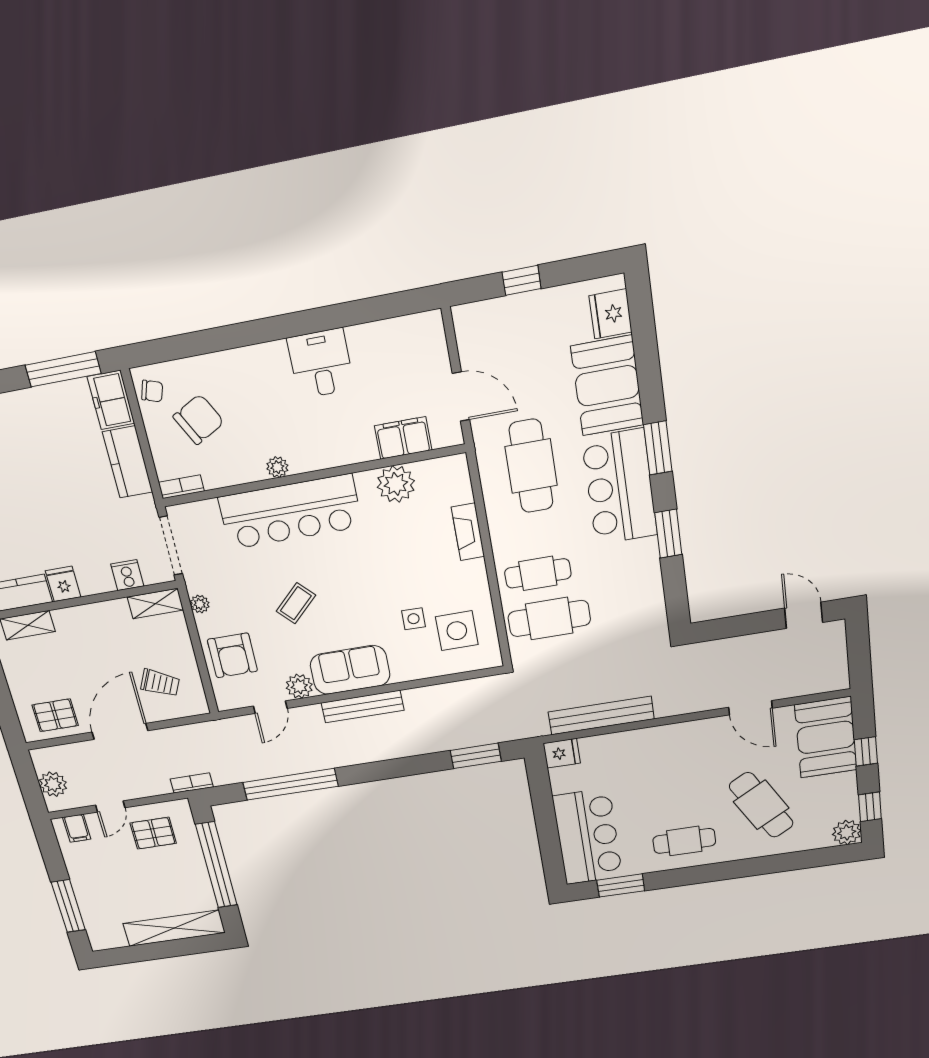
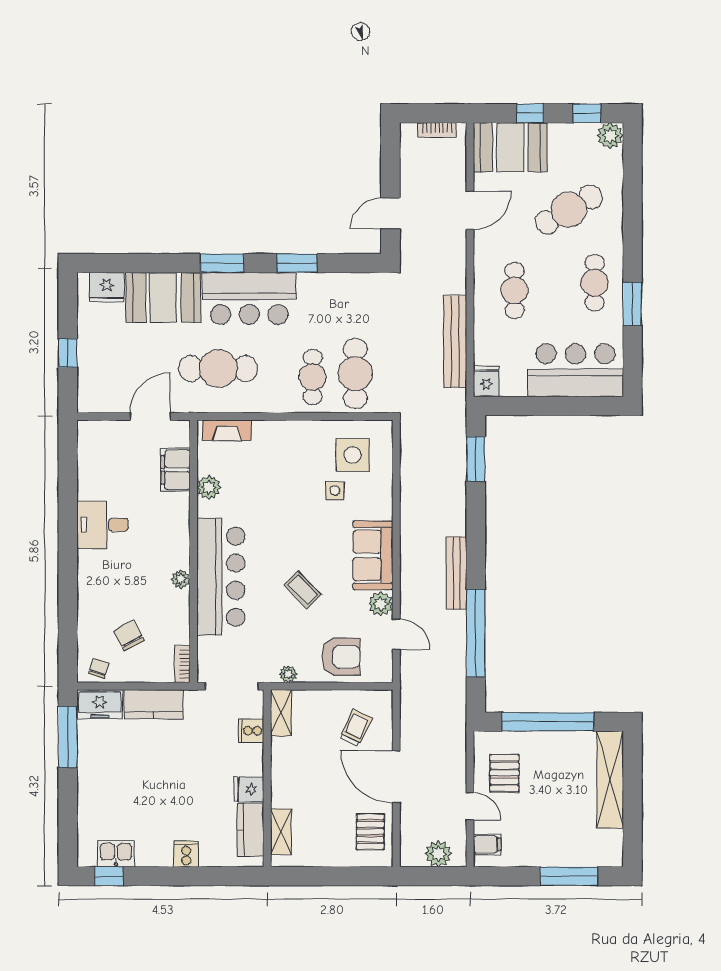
chair: (199, 419) -> (129, 636), width x0.73, depth x0.73
plant: (396, 484) -> (209, 487), width x0.73, depth x0.73
fireplace: (468, 532) -> (227, 430), moved
door: (804, 615) -> (390, 213), moved
bench: (363, 707) -> (456, 573), moved
cafe table: (666, 766) -> (515, 290), added
bookcase: (192, 783) -> (437, 130), moved, turned -90
window: (621, 885) -> (632, 304), moved

